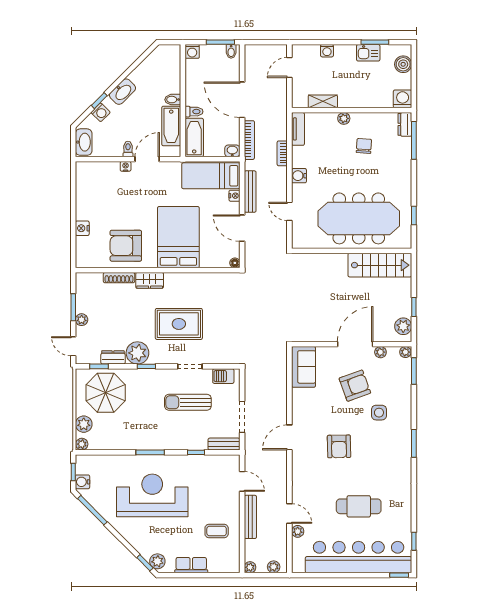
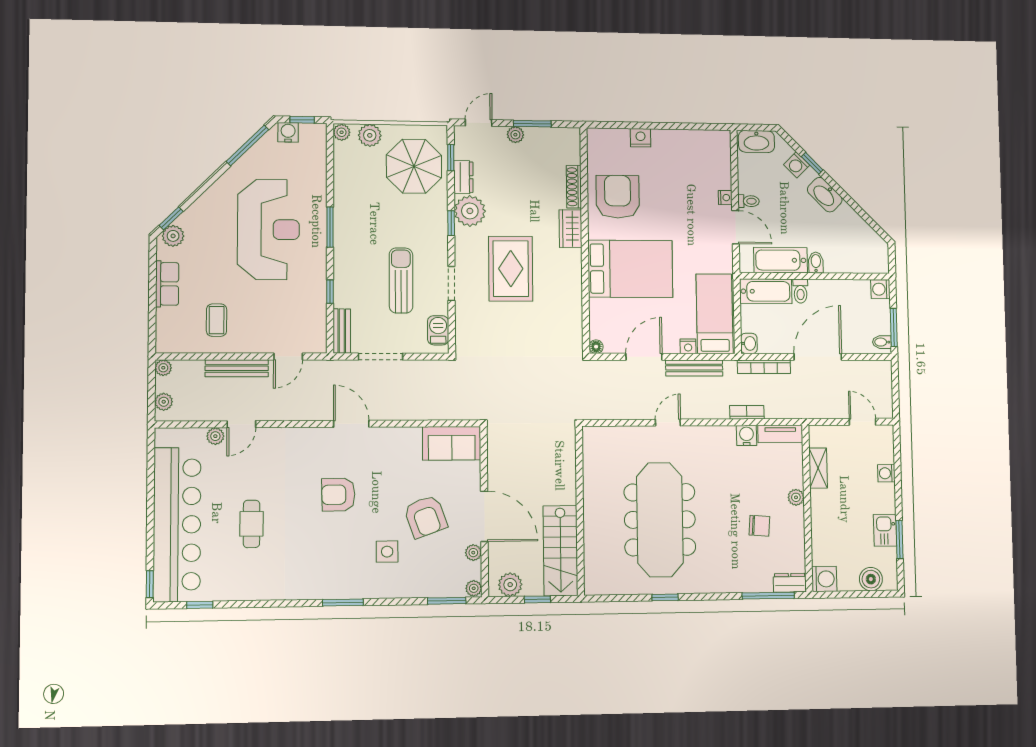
water cooler: (299, 176) -> (747, 435), moved
wall: (352, 251) -> (580, 510), moved
stairs: (380, 265) -> (560, 551), moved
cafe table: (359, 506) -> (251, 524), width x0.73, depth x0.74

